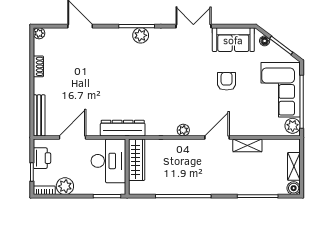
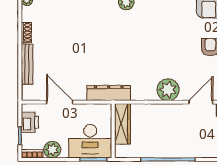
bench: (39, 115) -> (27, 64), moved
plant: (183, 130) -> (168, 90), width x1.88, depth x1.88
door: (72, 138) -> (60, 102), hinge flipped
desk: (108, 161) -> (90, 141), moved, turned 90

